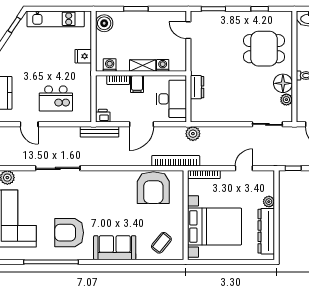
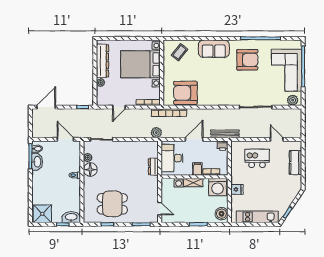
dining table: (264, 49) -> (112, 204), moved
washing machine: (110, 65) -> (218, 187), width x1.89, depth x1.89
armchair: (153, 188) -> (185, 93), turned -90

